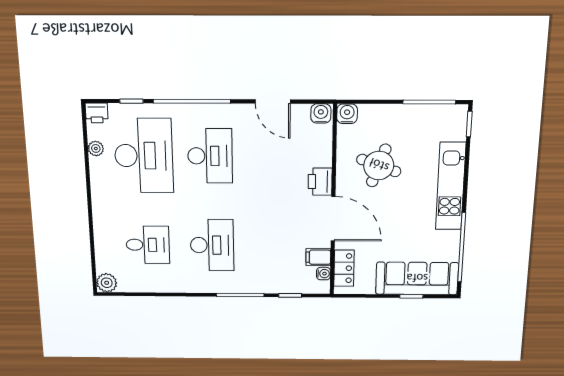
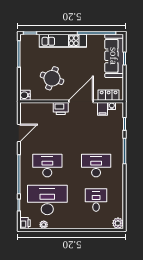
water cooler: (321, 113) -> (25, 109), removed

